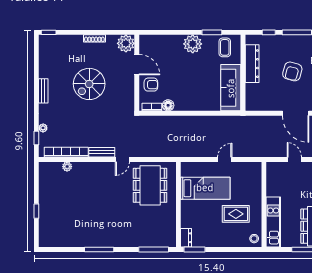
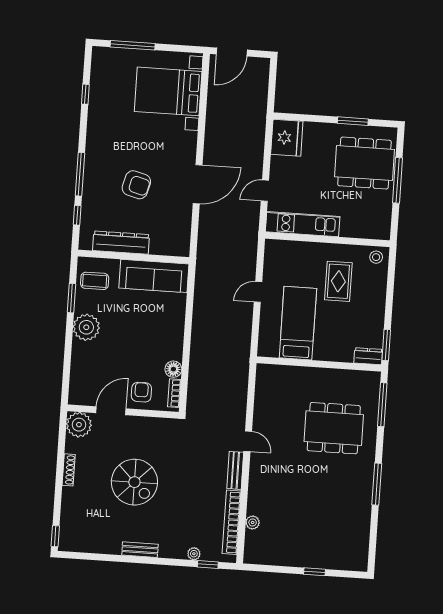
door: (225, 159) -> (258, 292), hinge flipped
dining table: (150, 185) -> (334, 428), moved
kitchen unit: (273, 222) -> (303, 224), moved

